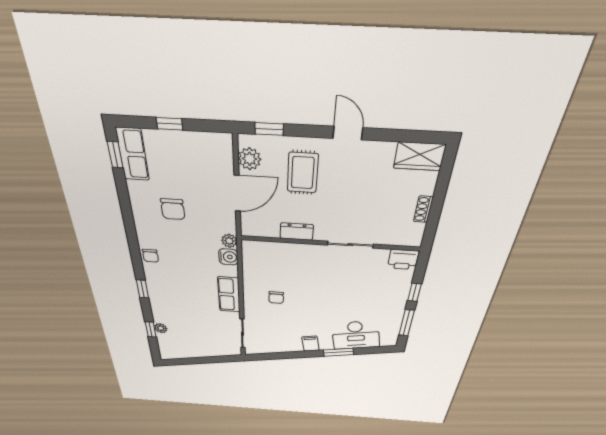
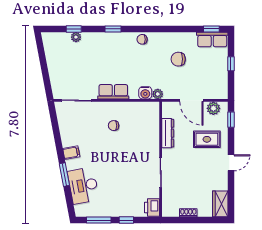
dresser: (297, 232) -> (168, 133), width x1.44

